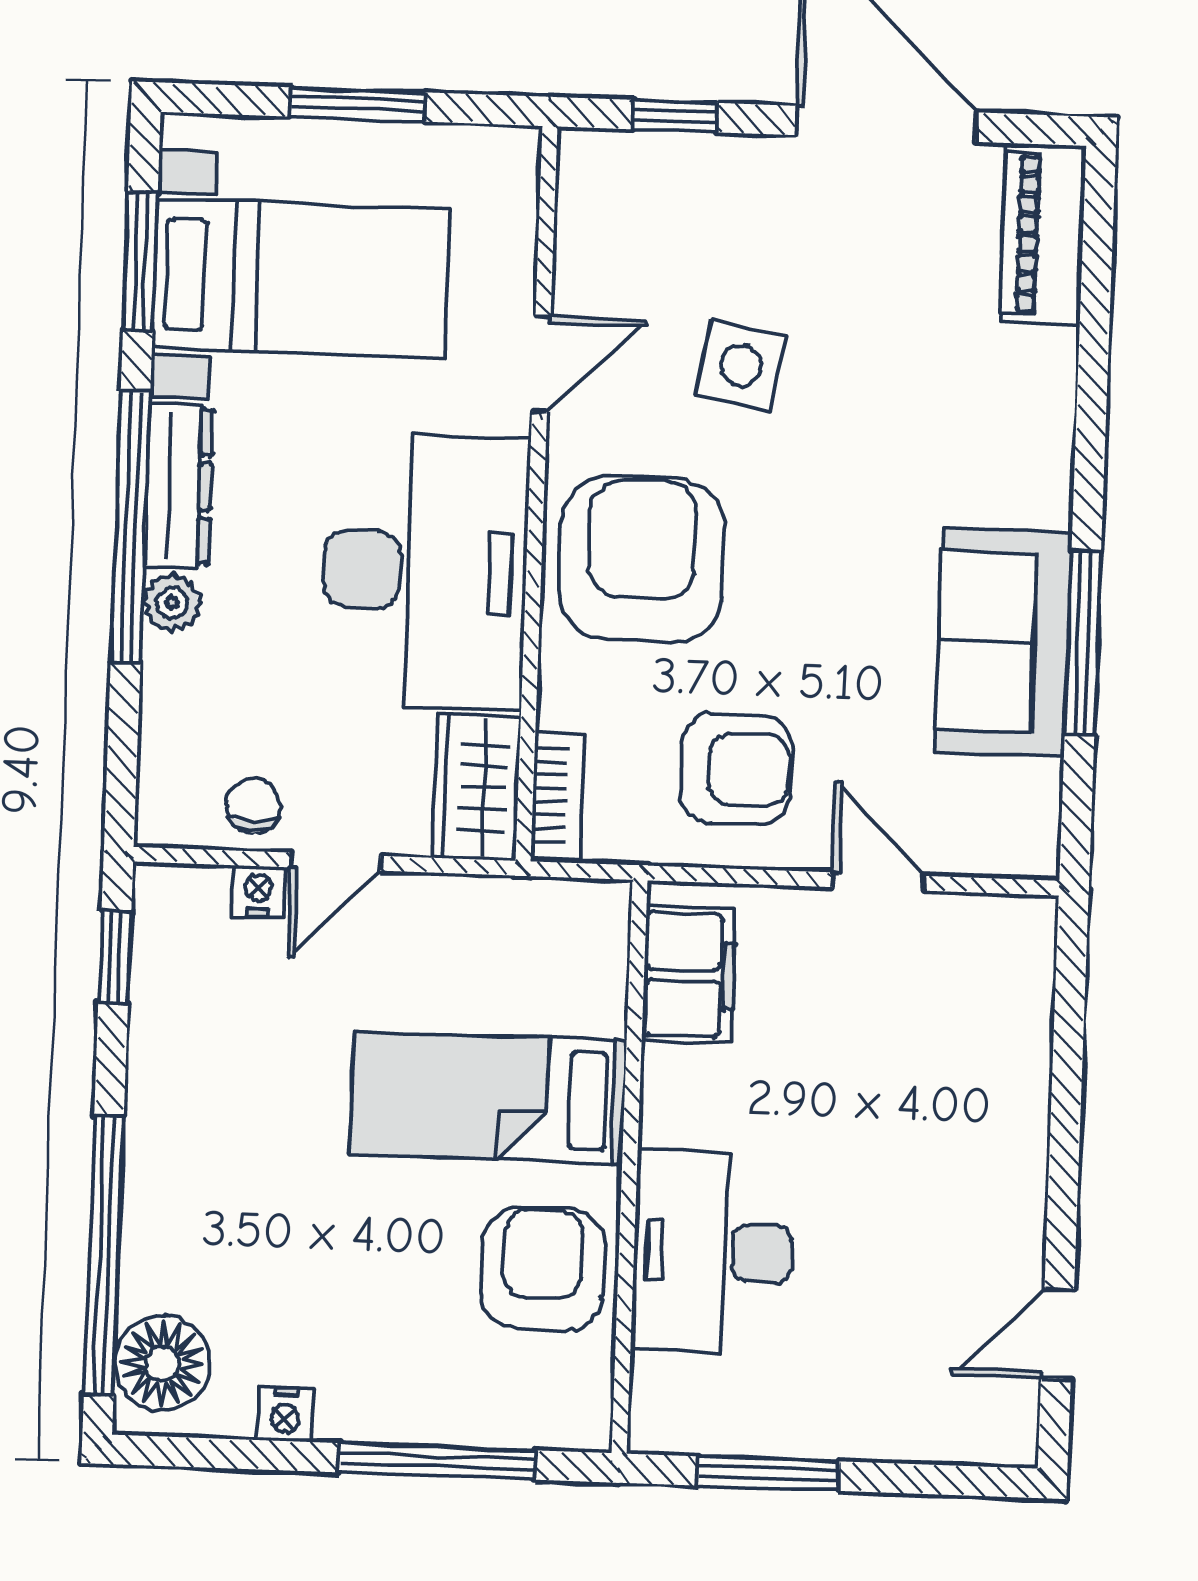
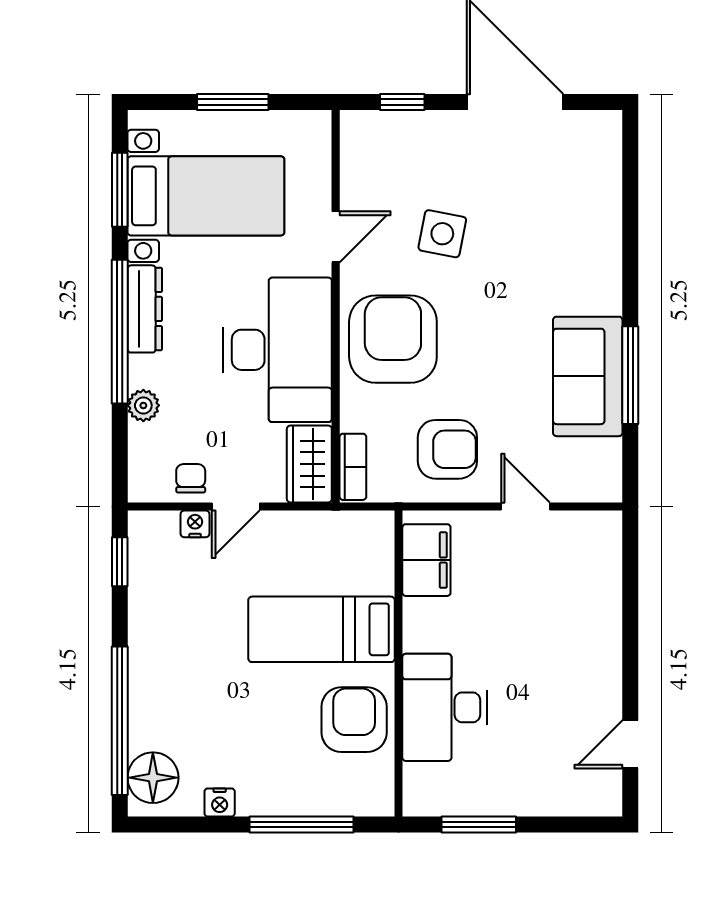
piano: (1043, 234) -> (601, 158), removed
plant: (172, 603) -> (143, 405), moved

